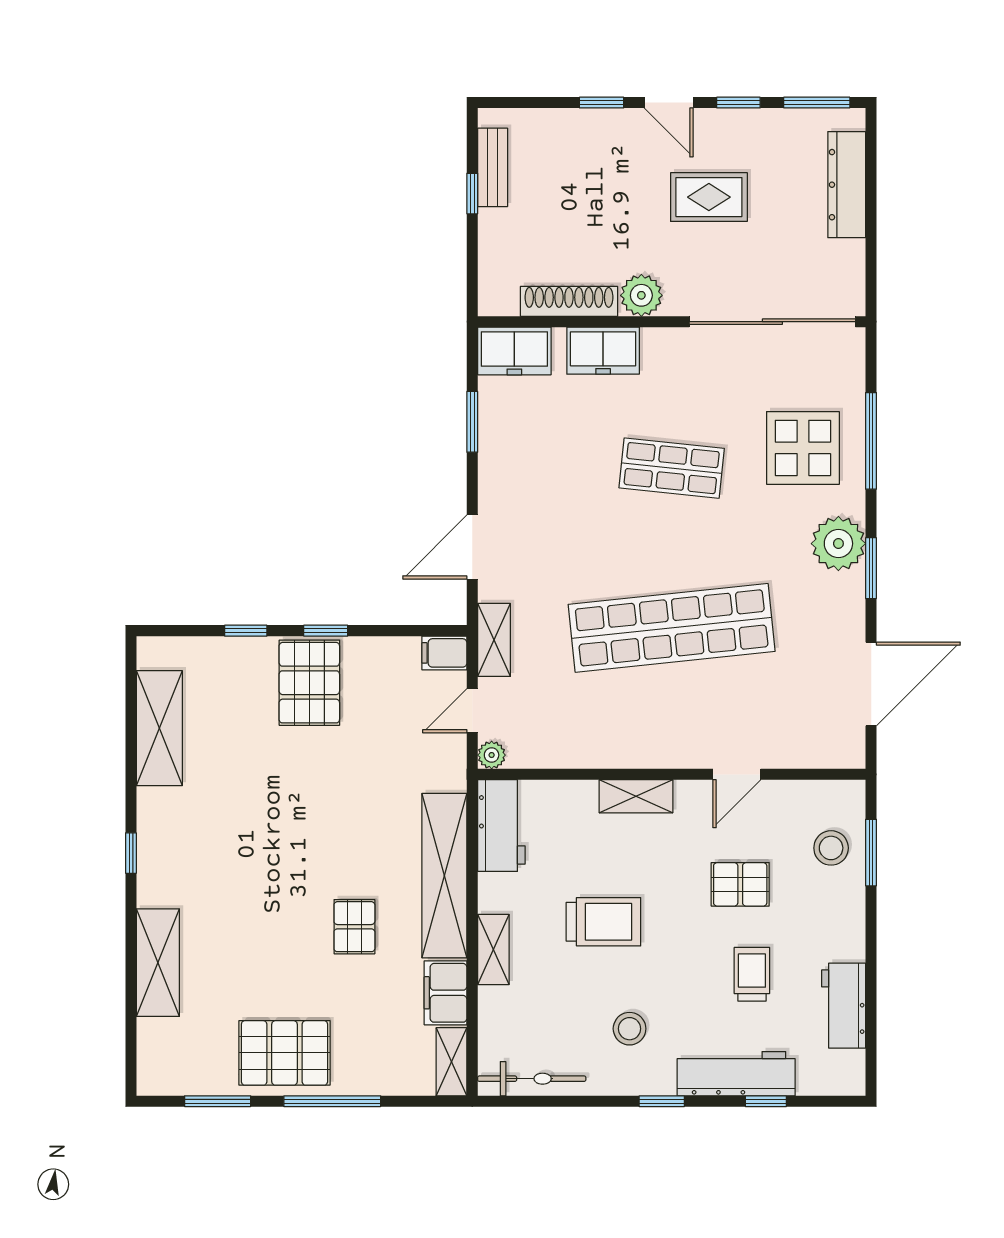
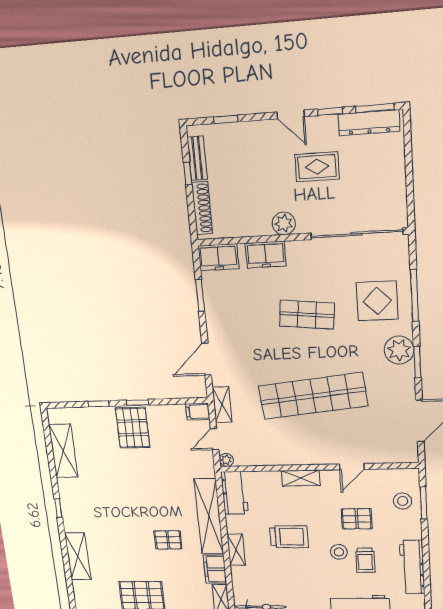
window: (602, 103) -> (226, 119), moved
dresser: (847, 185) -> (369, 123), moved, turned -90
shoe rack: (569, 301) -> (202, 208), moved, turned 90
pallet: (354, 927) -> (168, 540), turned 90
trolley: (752, 974) -> (365, 560), turned 180
workbench: (844, 1006) -> (412, 567), width x1.38
stool: (630, 1029) -> (339, 552), moved

